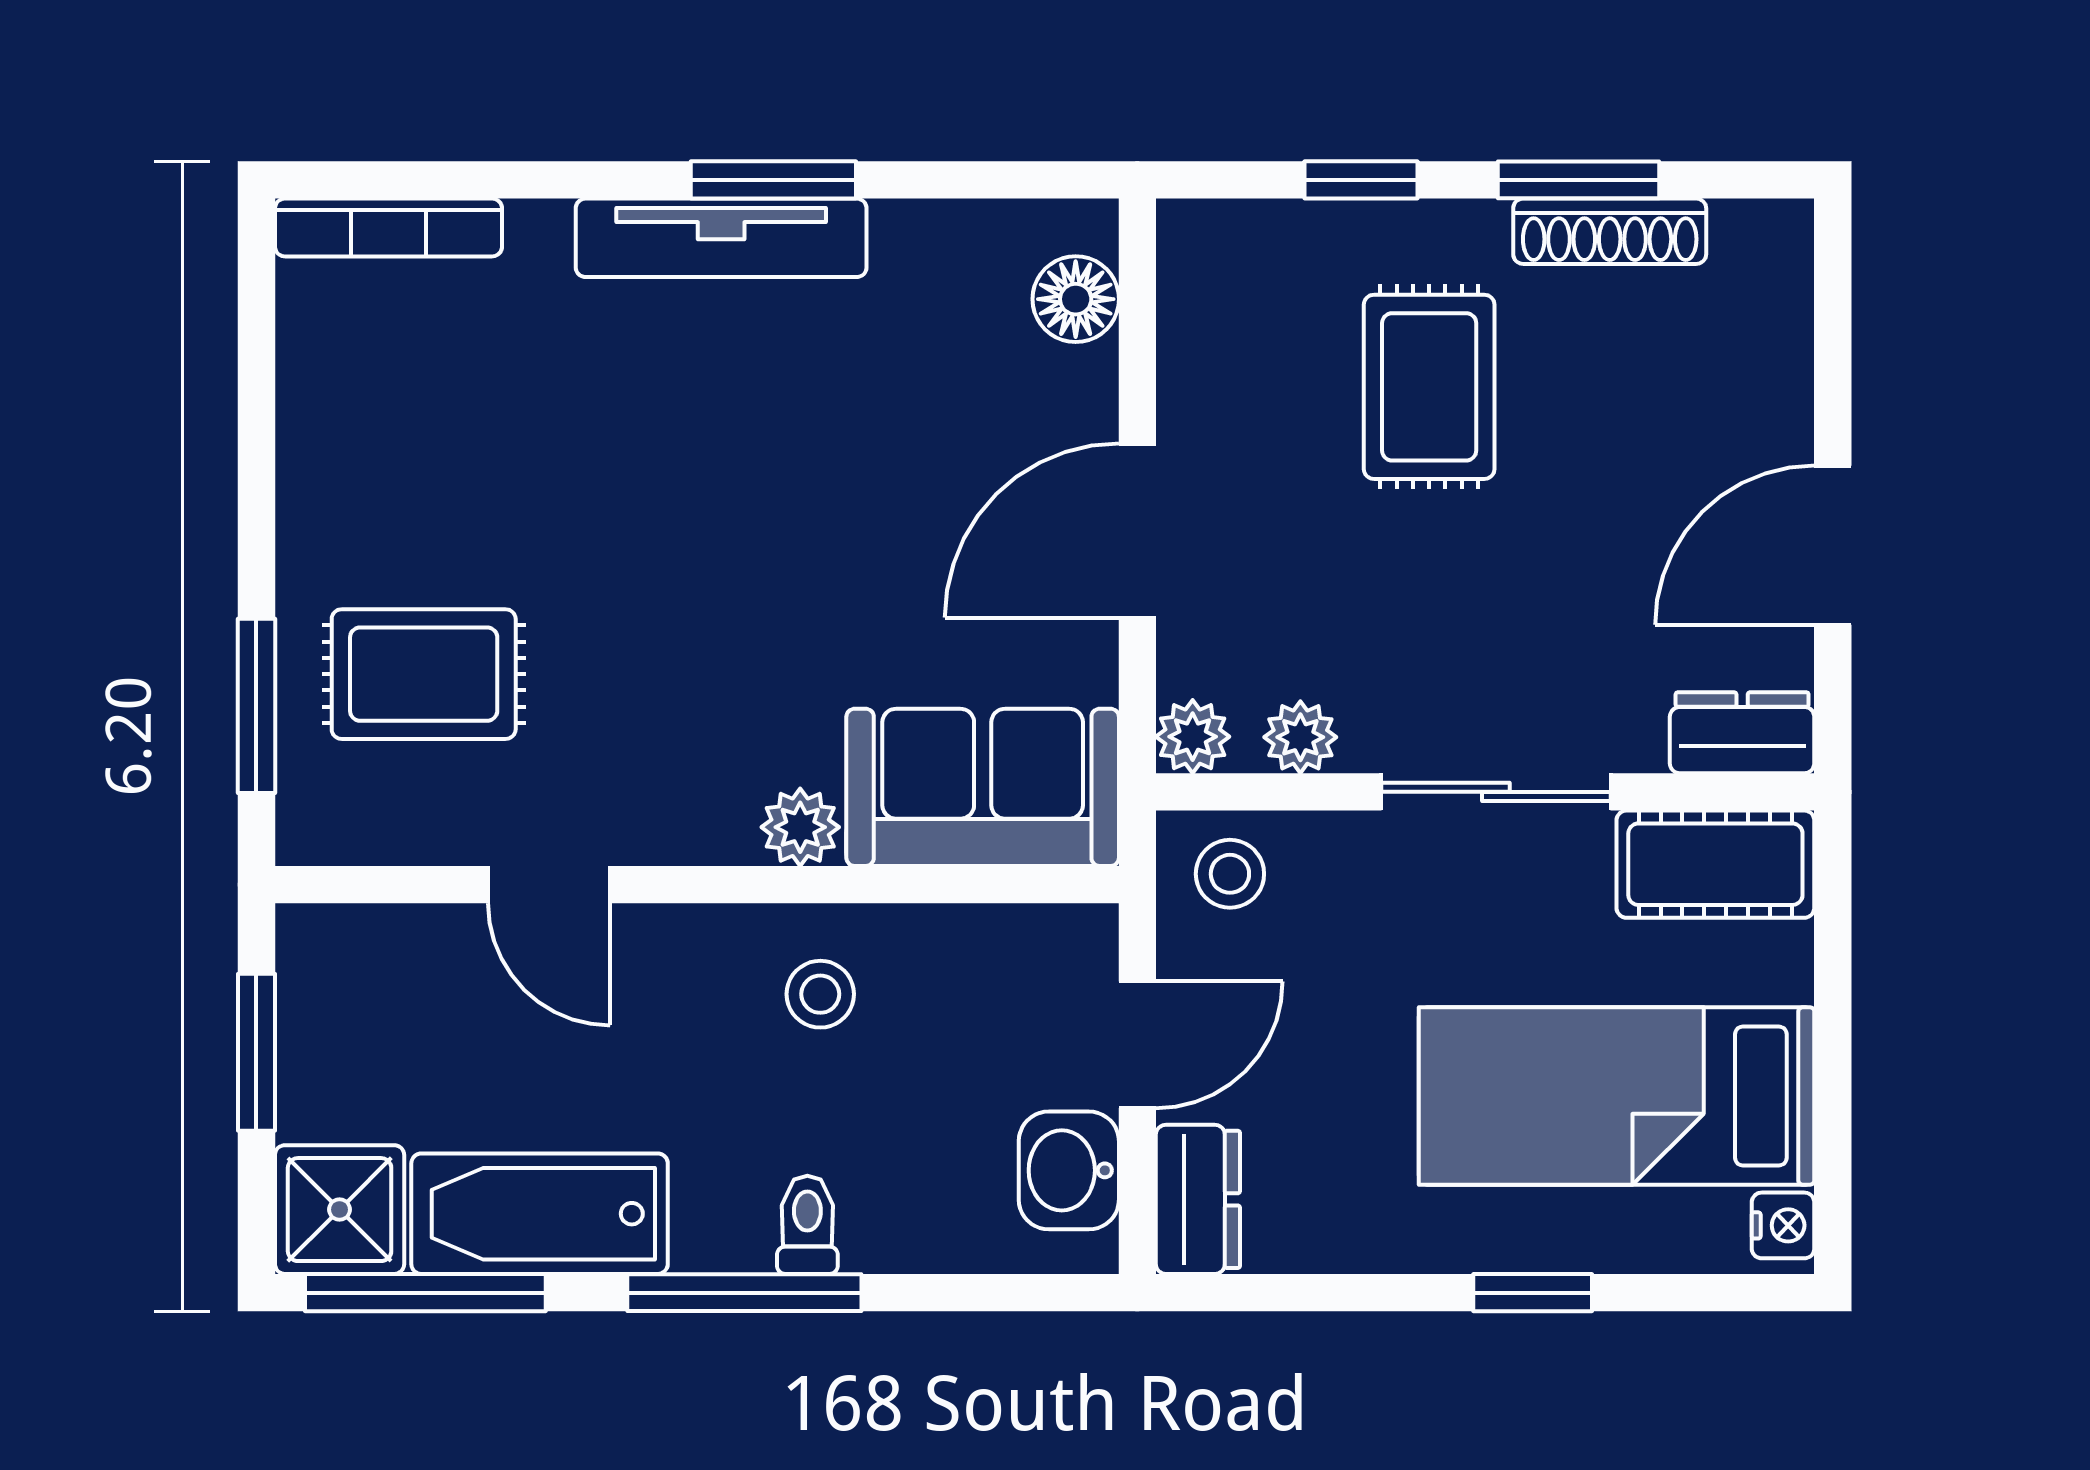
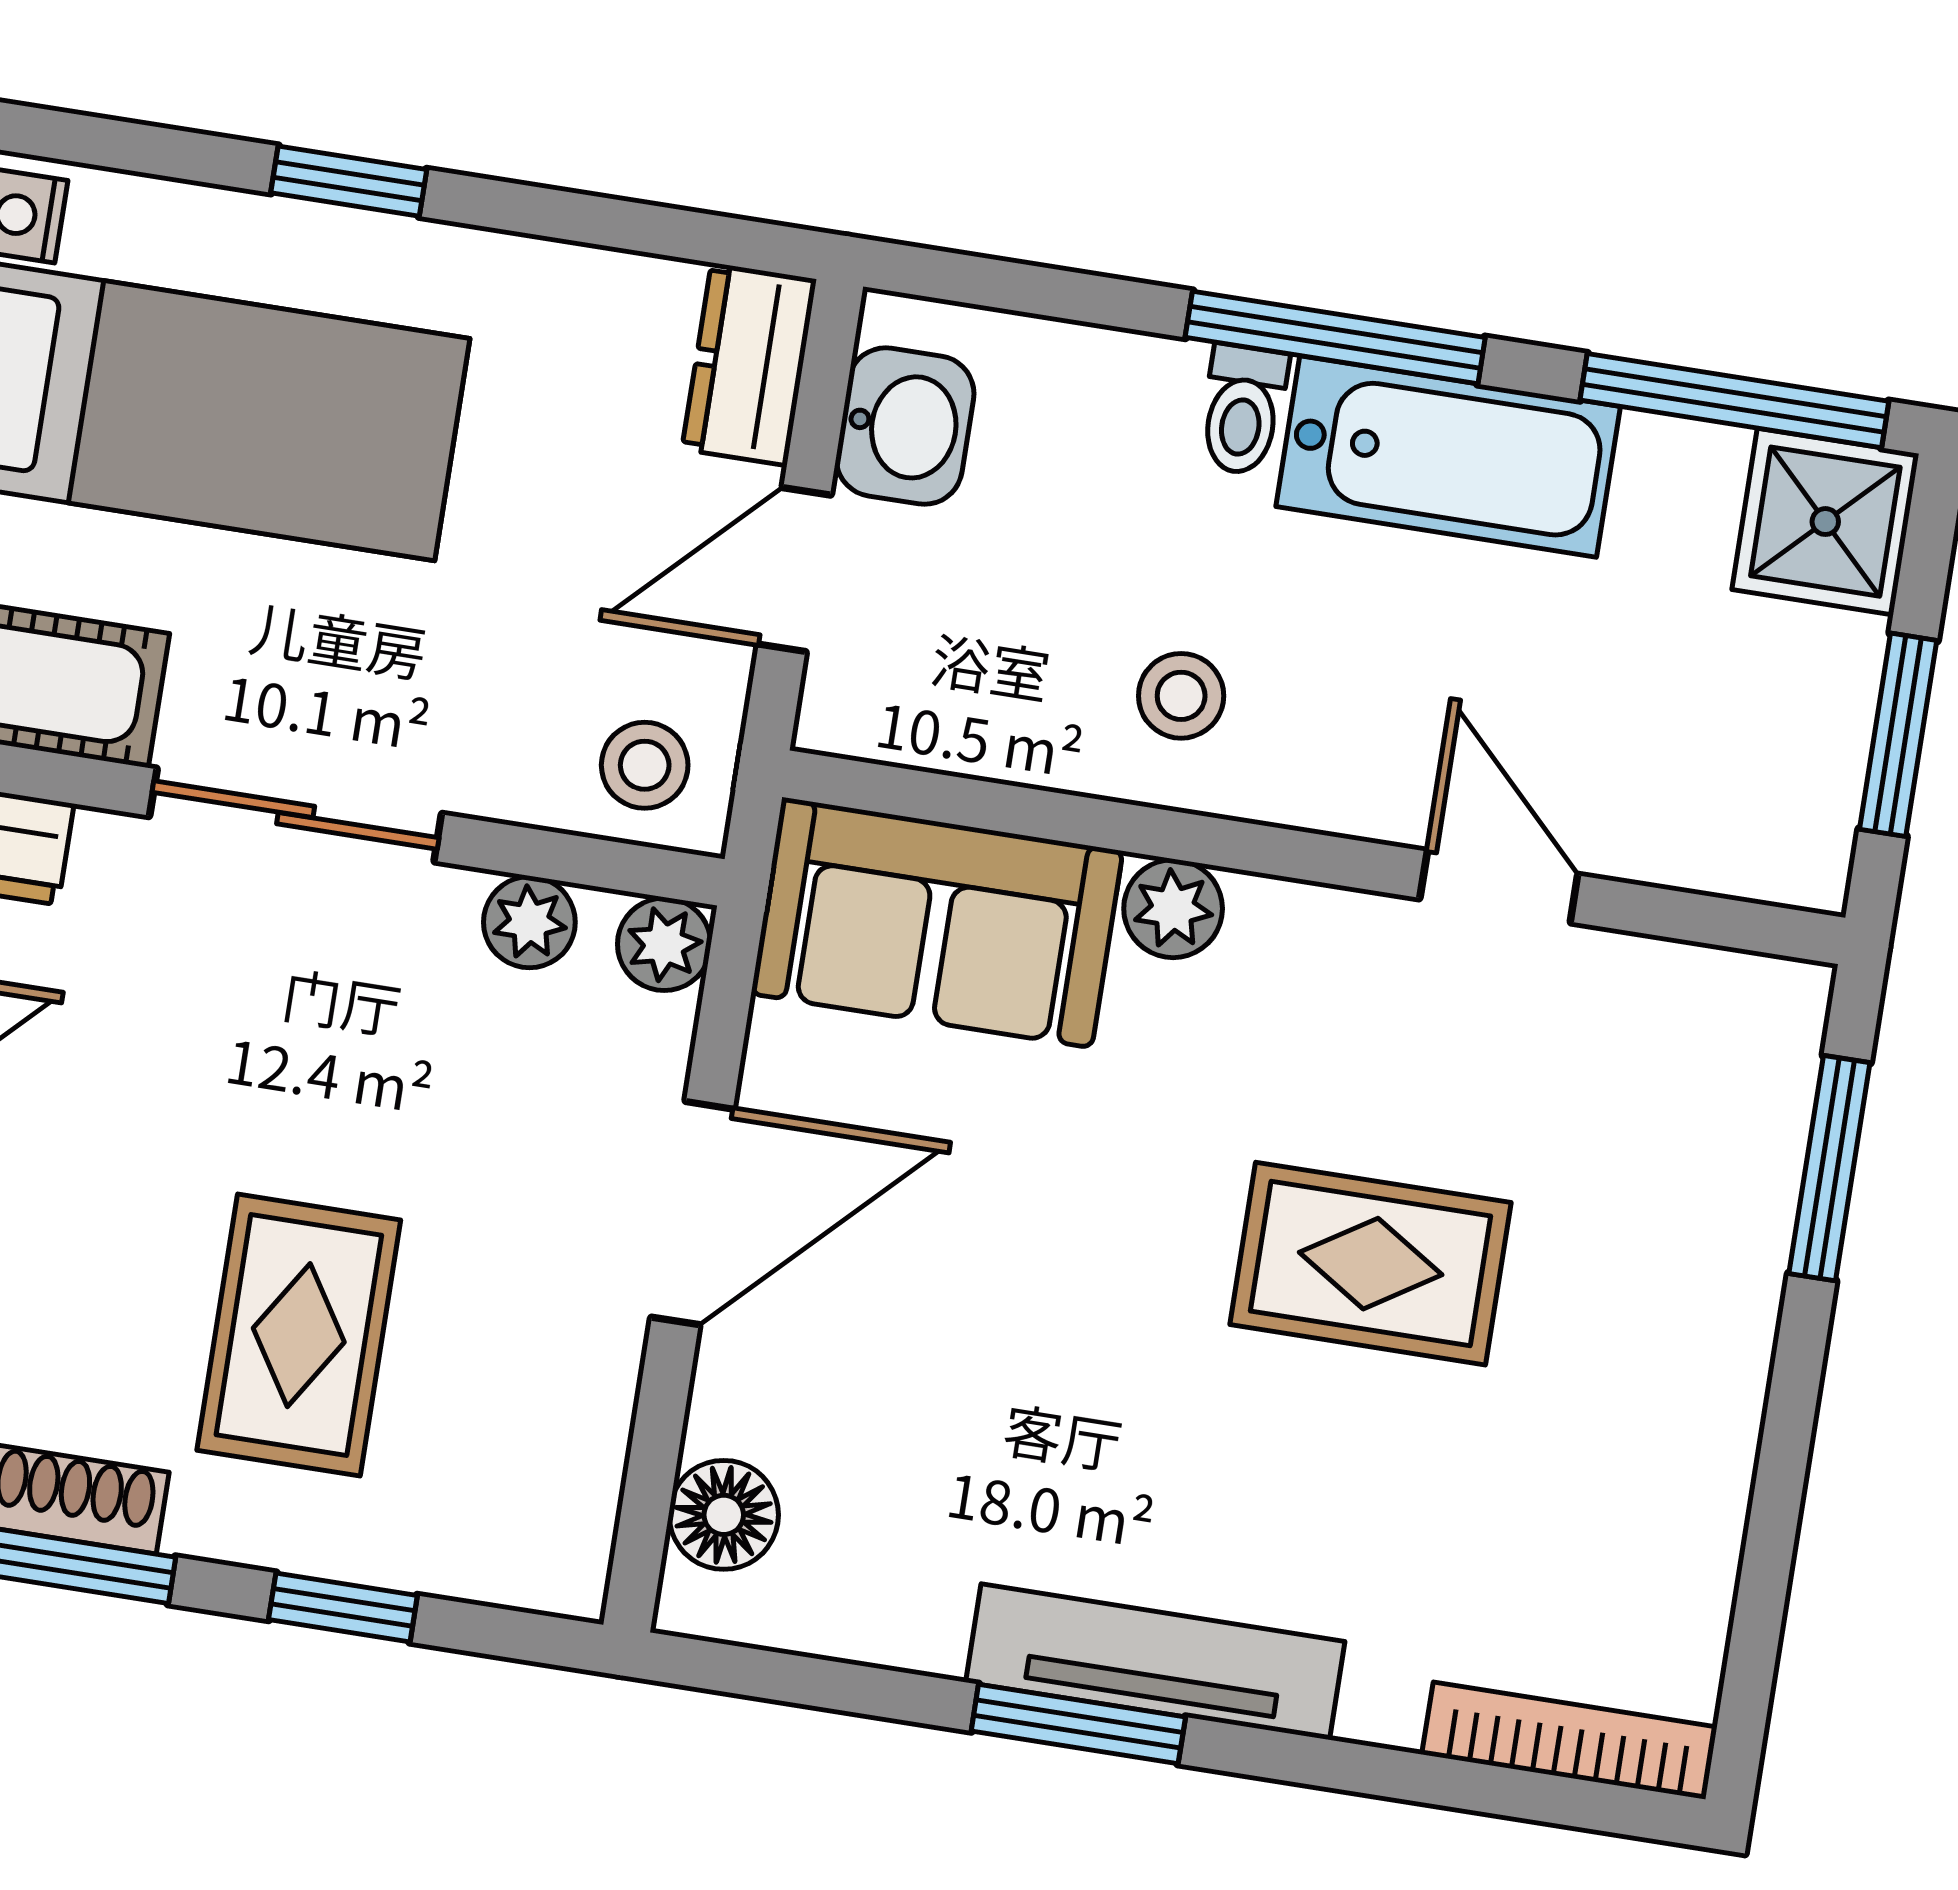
rug: (424, 674) -> (1371, 1264), moved
bathtub: (540, 1214) -> (1448, 457), moved

